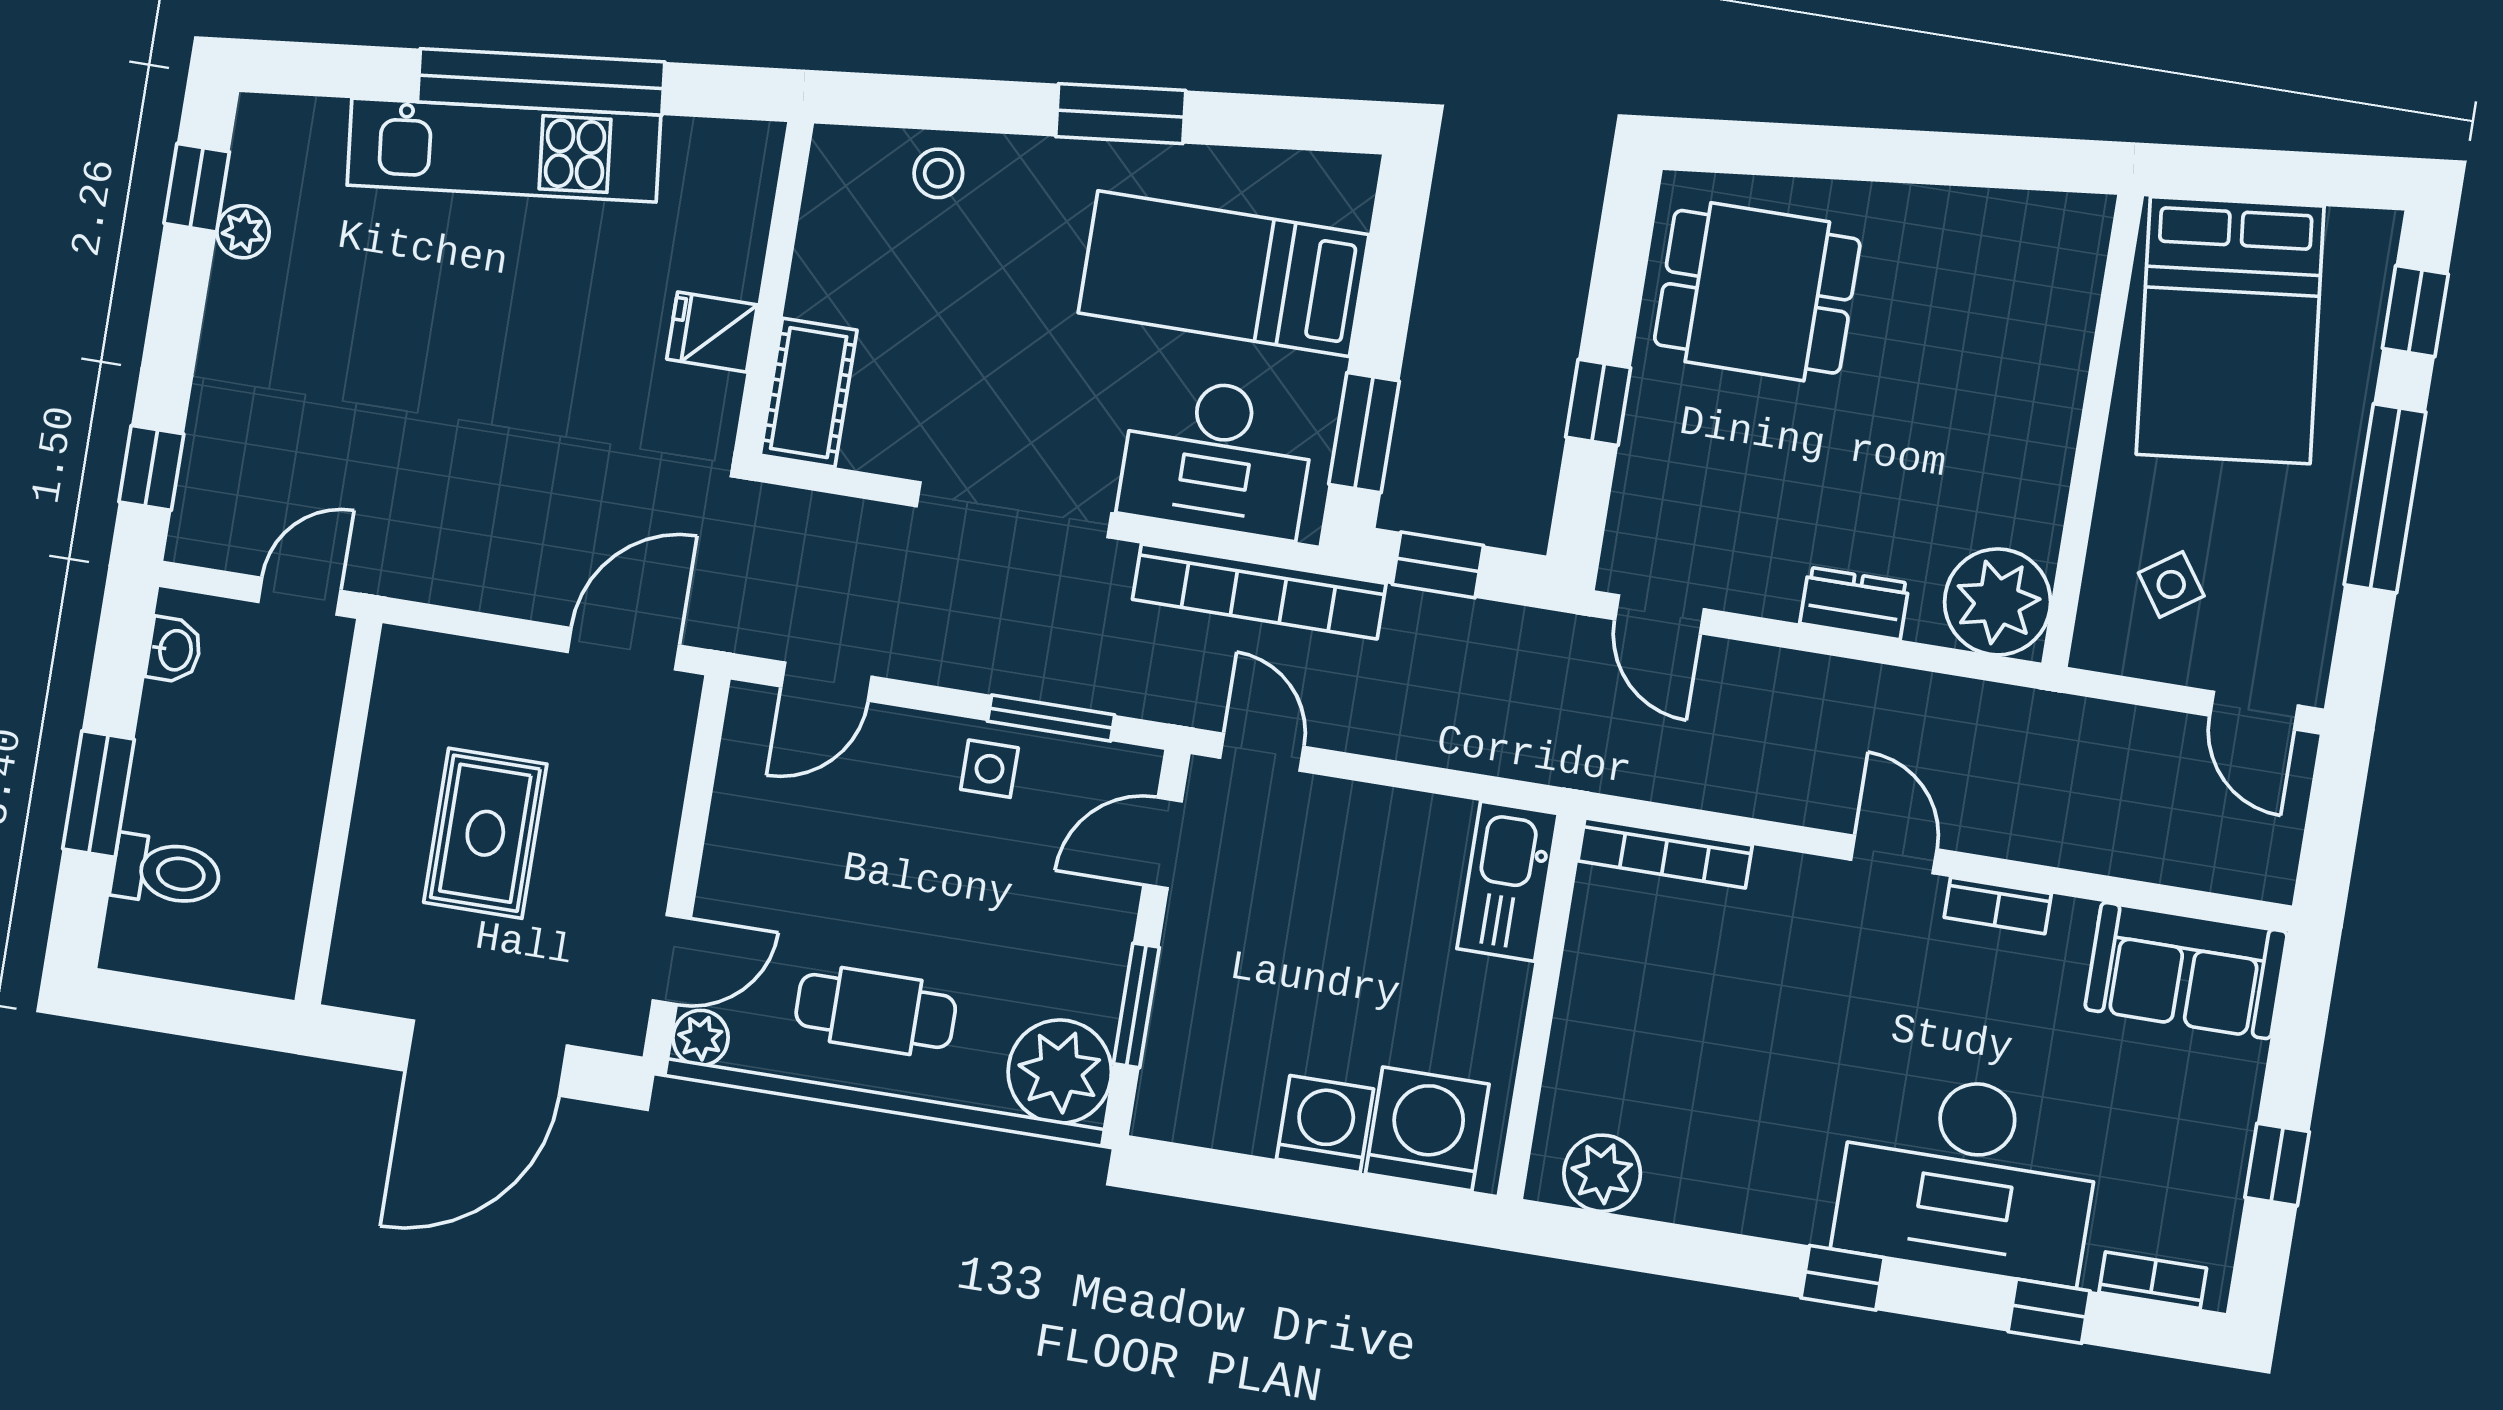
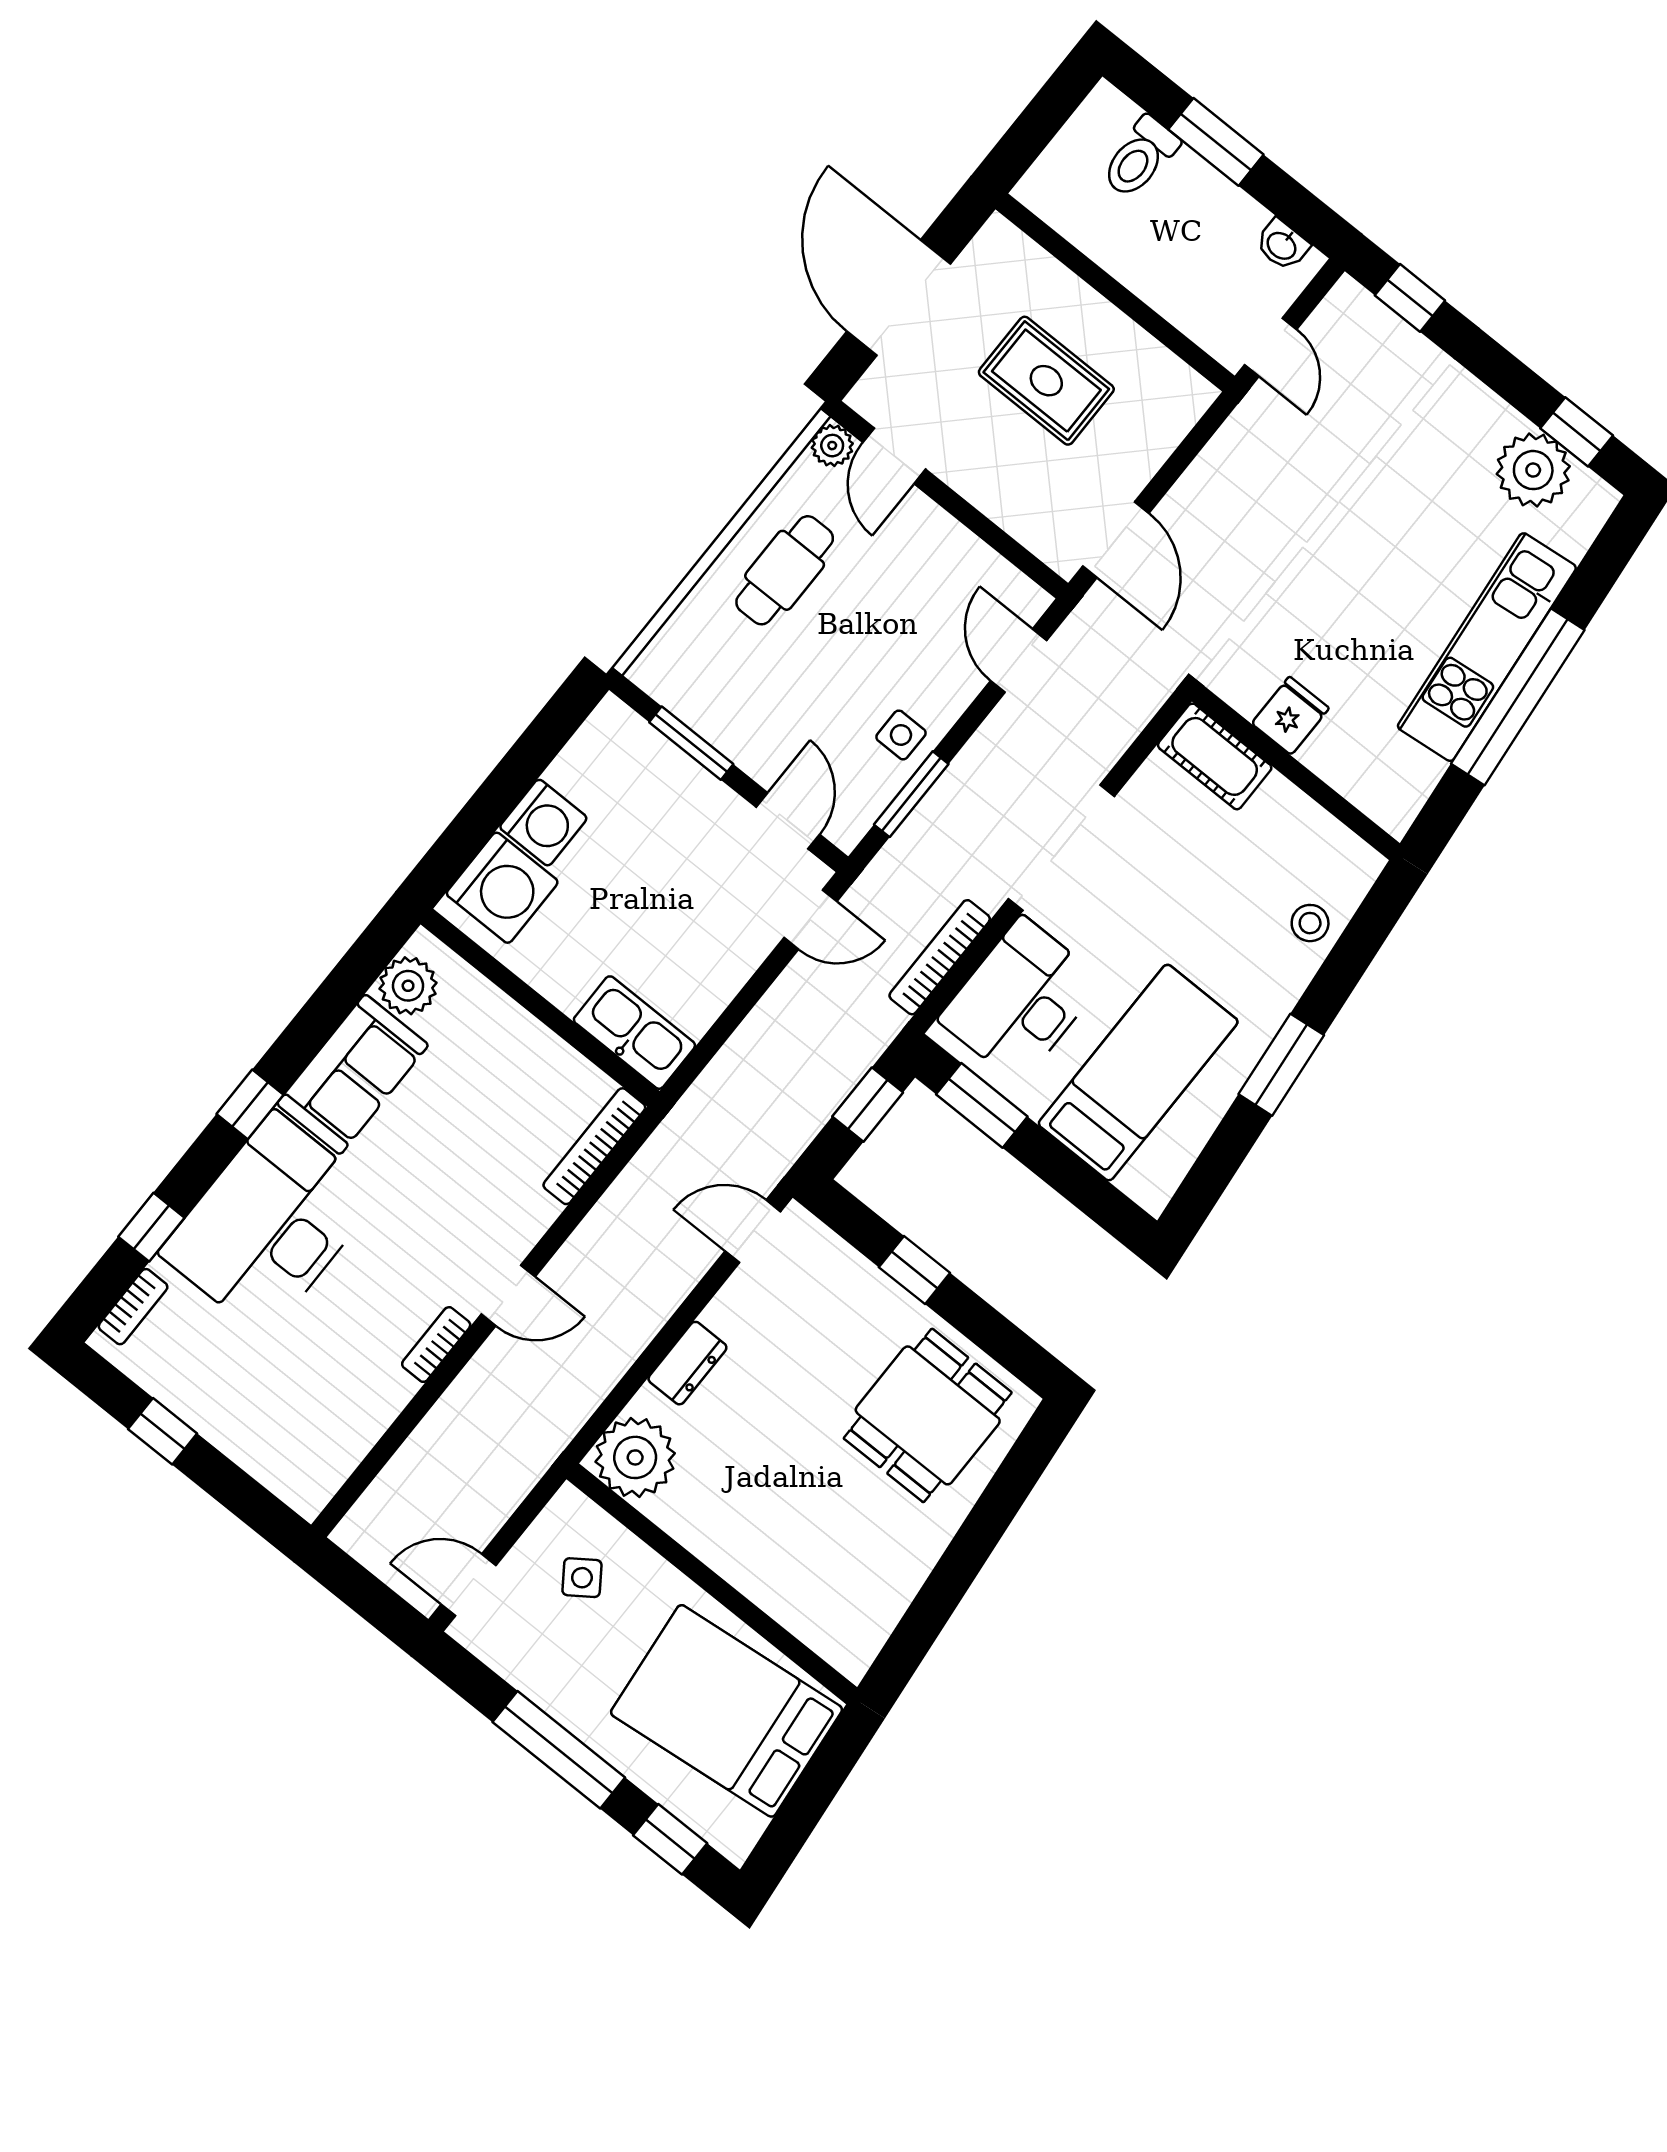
plant: (243, 232) -> (1533, 470), width x1.87, depth x1.87
bookcase: (1259, 591) -> (940, 957), width x0.68, depth x0.76
sofa: (2186, 971) -> (353, 1074), moved, turned 180
plant: (1060, 1072) -> (676, 668), removed

